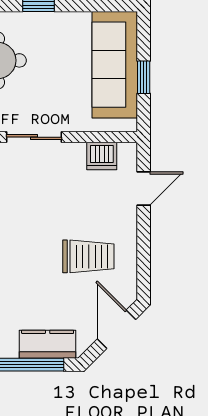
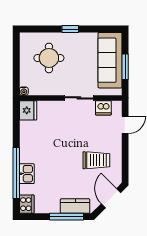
window: (144, 77) -> (125, 67), width x1.50
sliding door: (34, 137) -> (79, 98), moved

